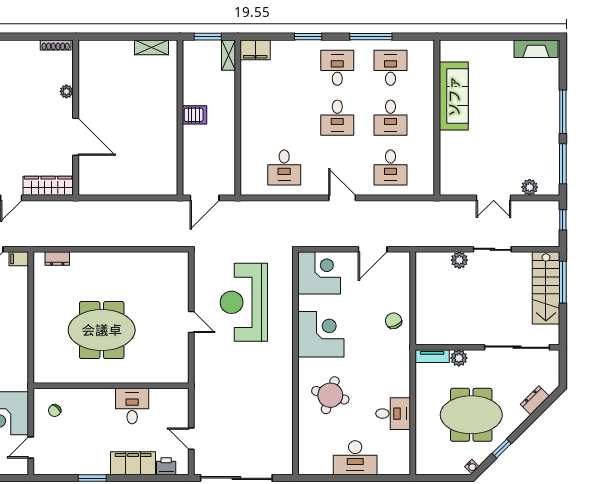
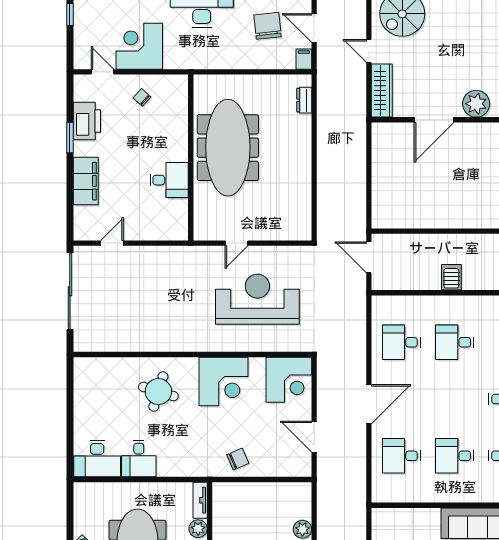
plant: (66, 91) -> (476, 104), width x1.88, depth x1.88
server rack: (195, 115) -> (451, 277), moved, turned 180
desk: (337, 118) -> (455, 342), moved
door: (342, 198) -> (369, 404), width x1.36
meeting table: (102, 330) -> (228, 148), width x1.36
wall: (111, 386) -> (191, 157), moved
desk: (132, 406) -> (169, 180), moved
desk: (355, 458) -> (97, 459), moved, turned -90
printer: (166, 466) -> (87, 121), moved, width x1.87, depth x1.48

